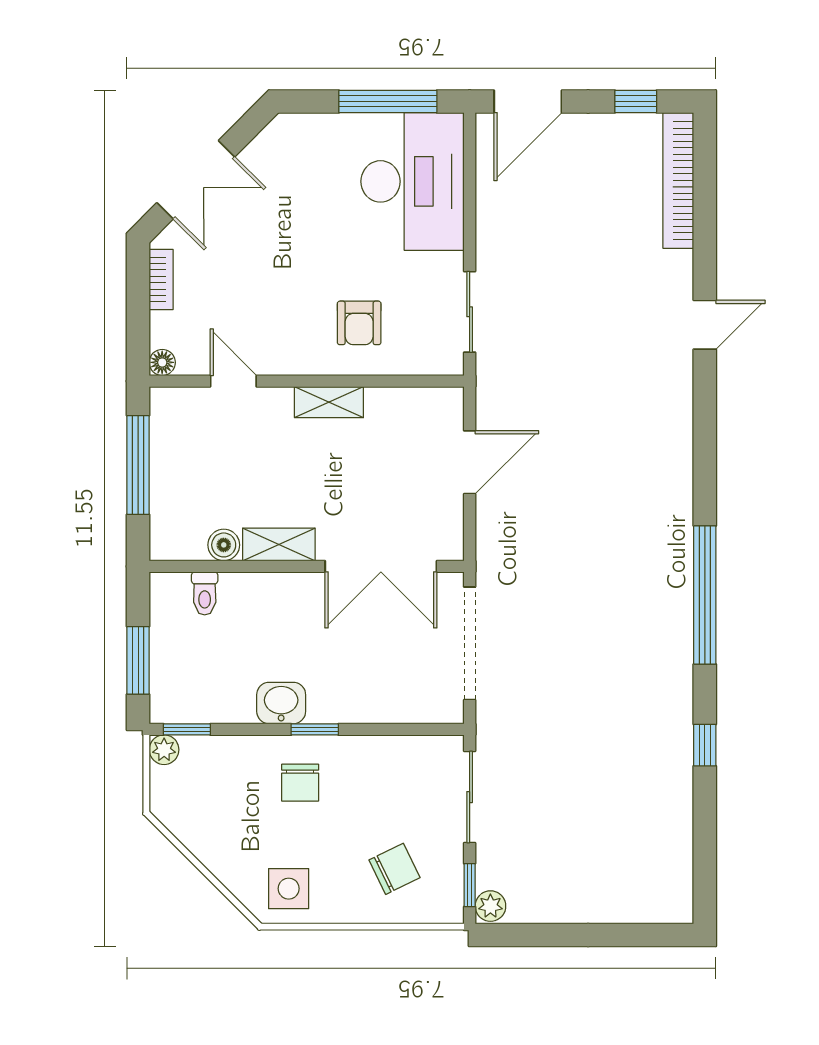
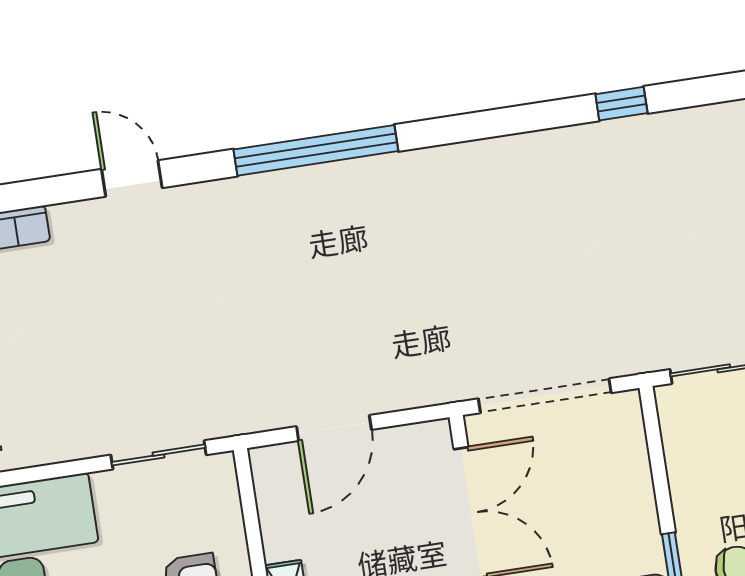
door: (470, 462) -> (334, 428), swing flipped
window: (705, 595) -> (316, 150), moved

